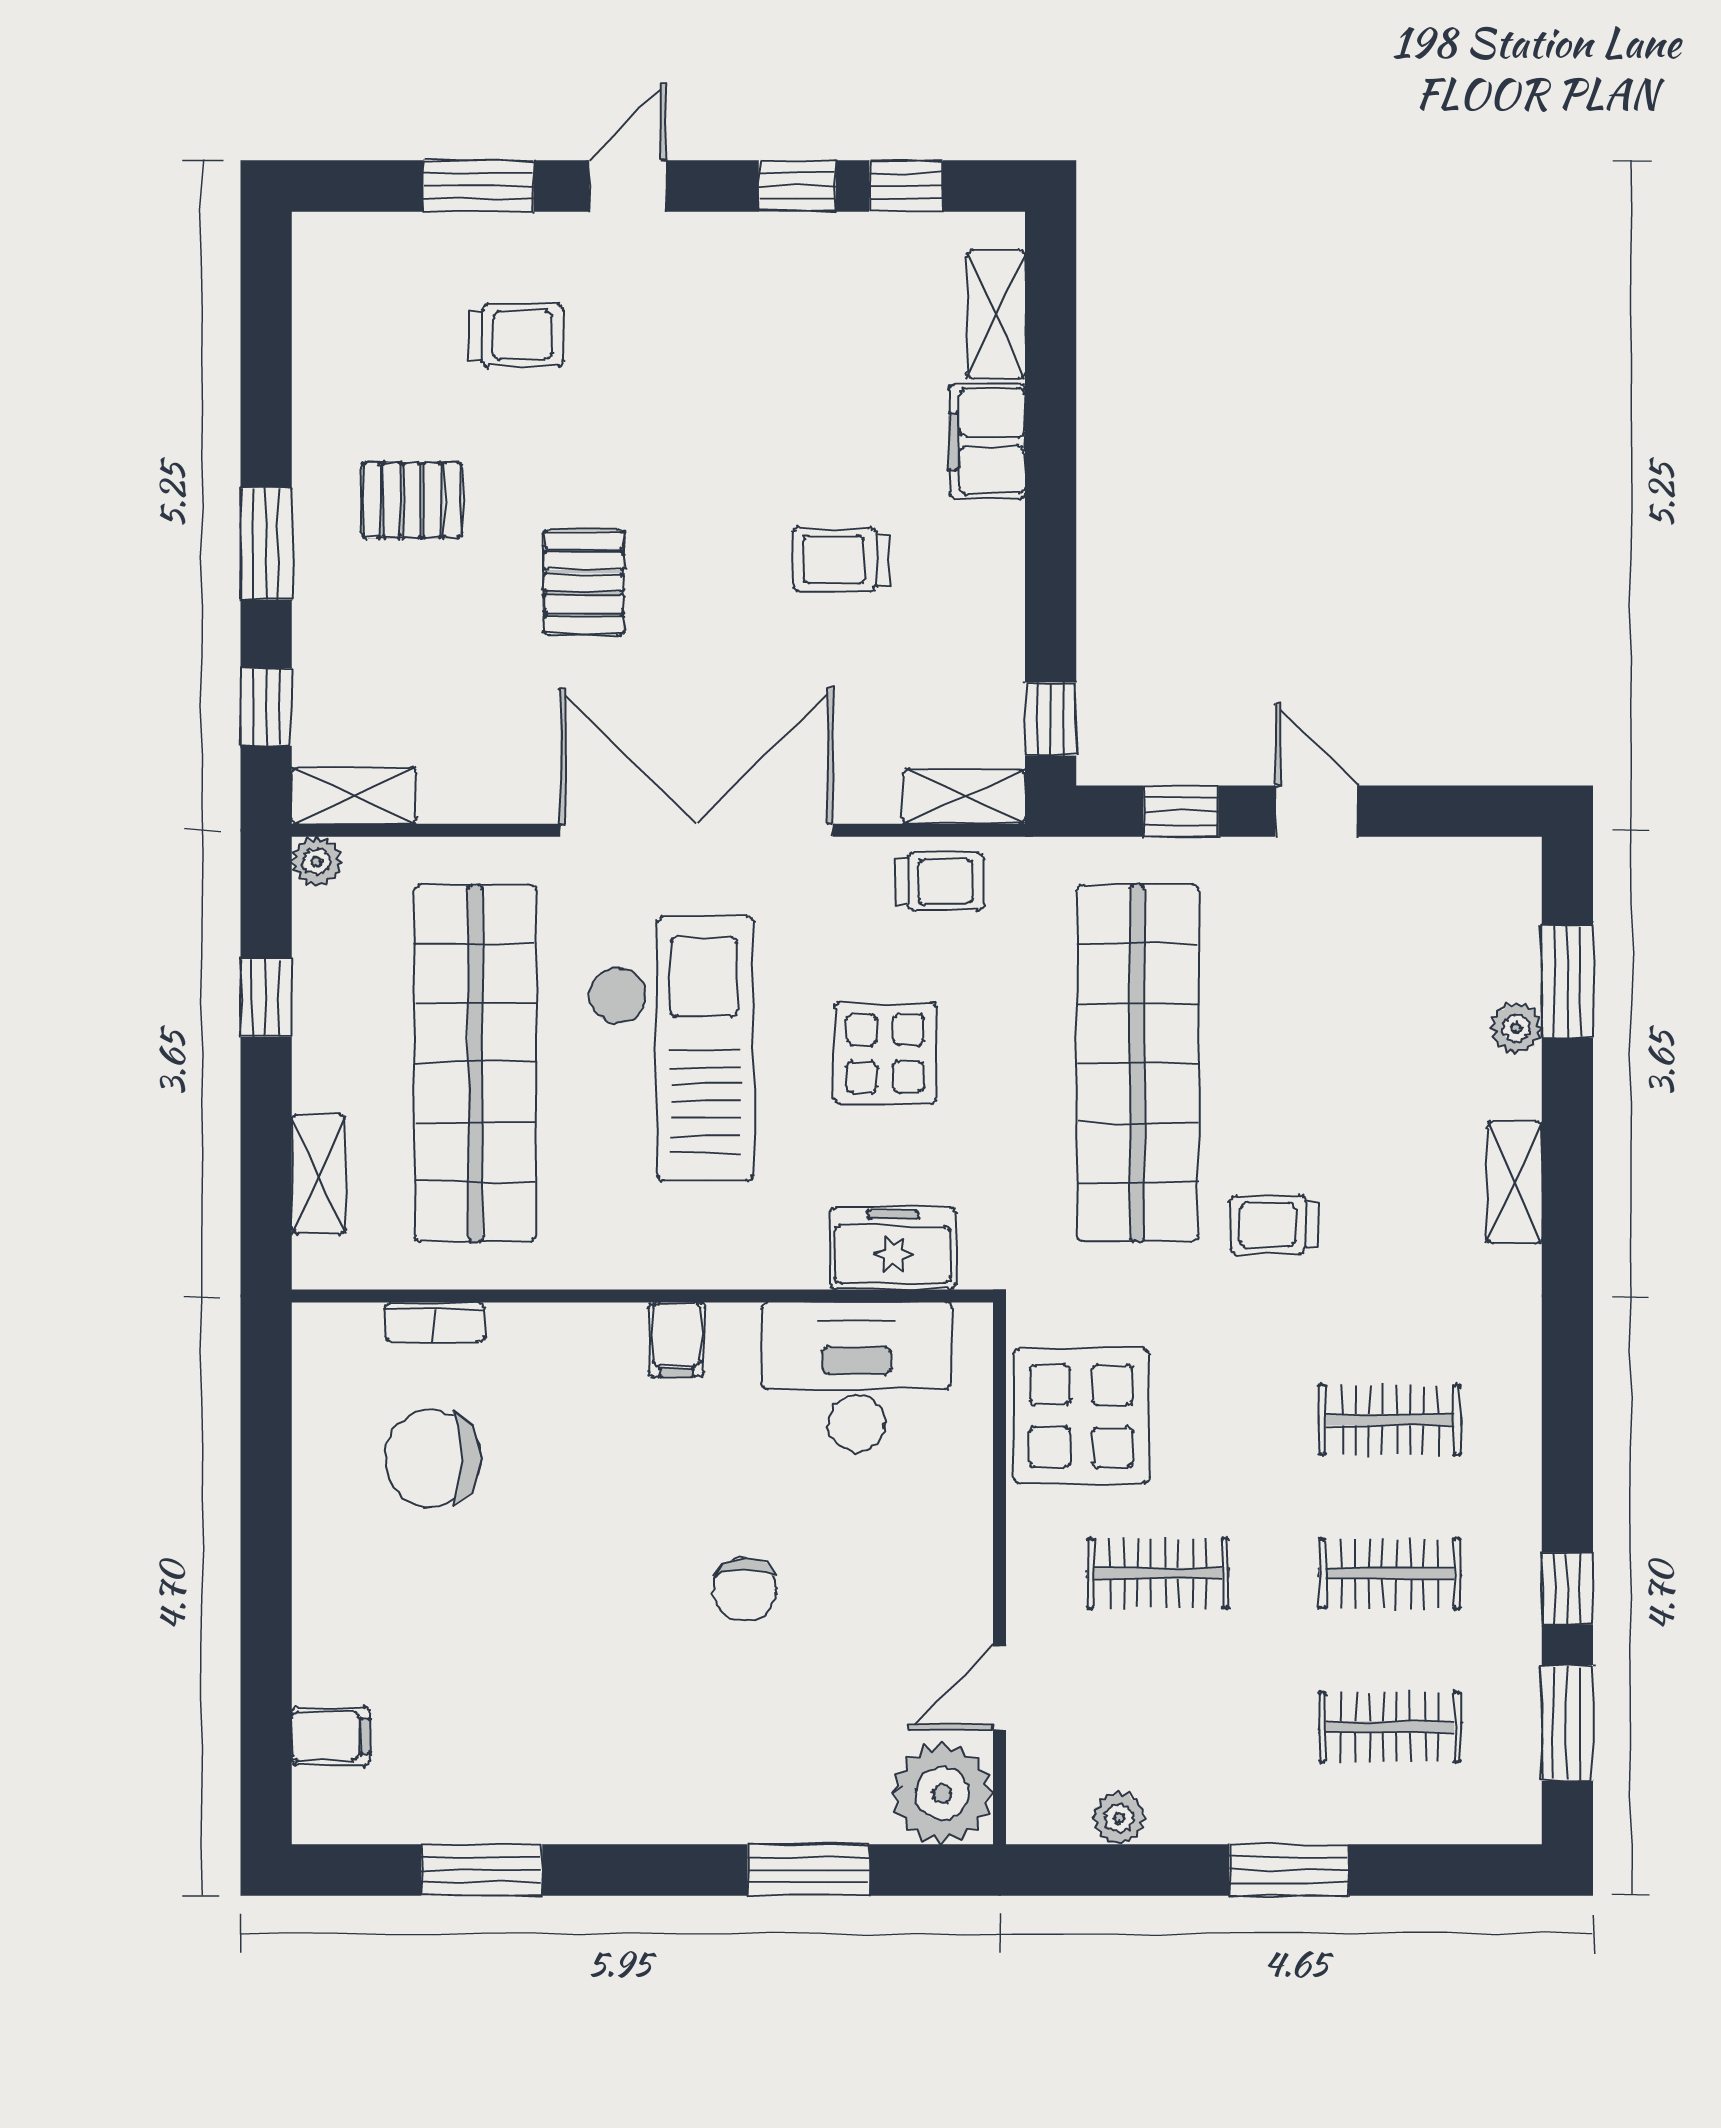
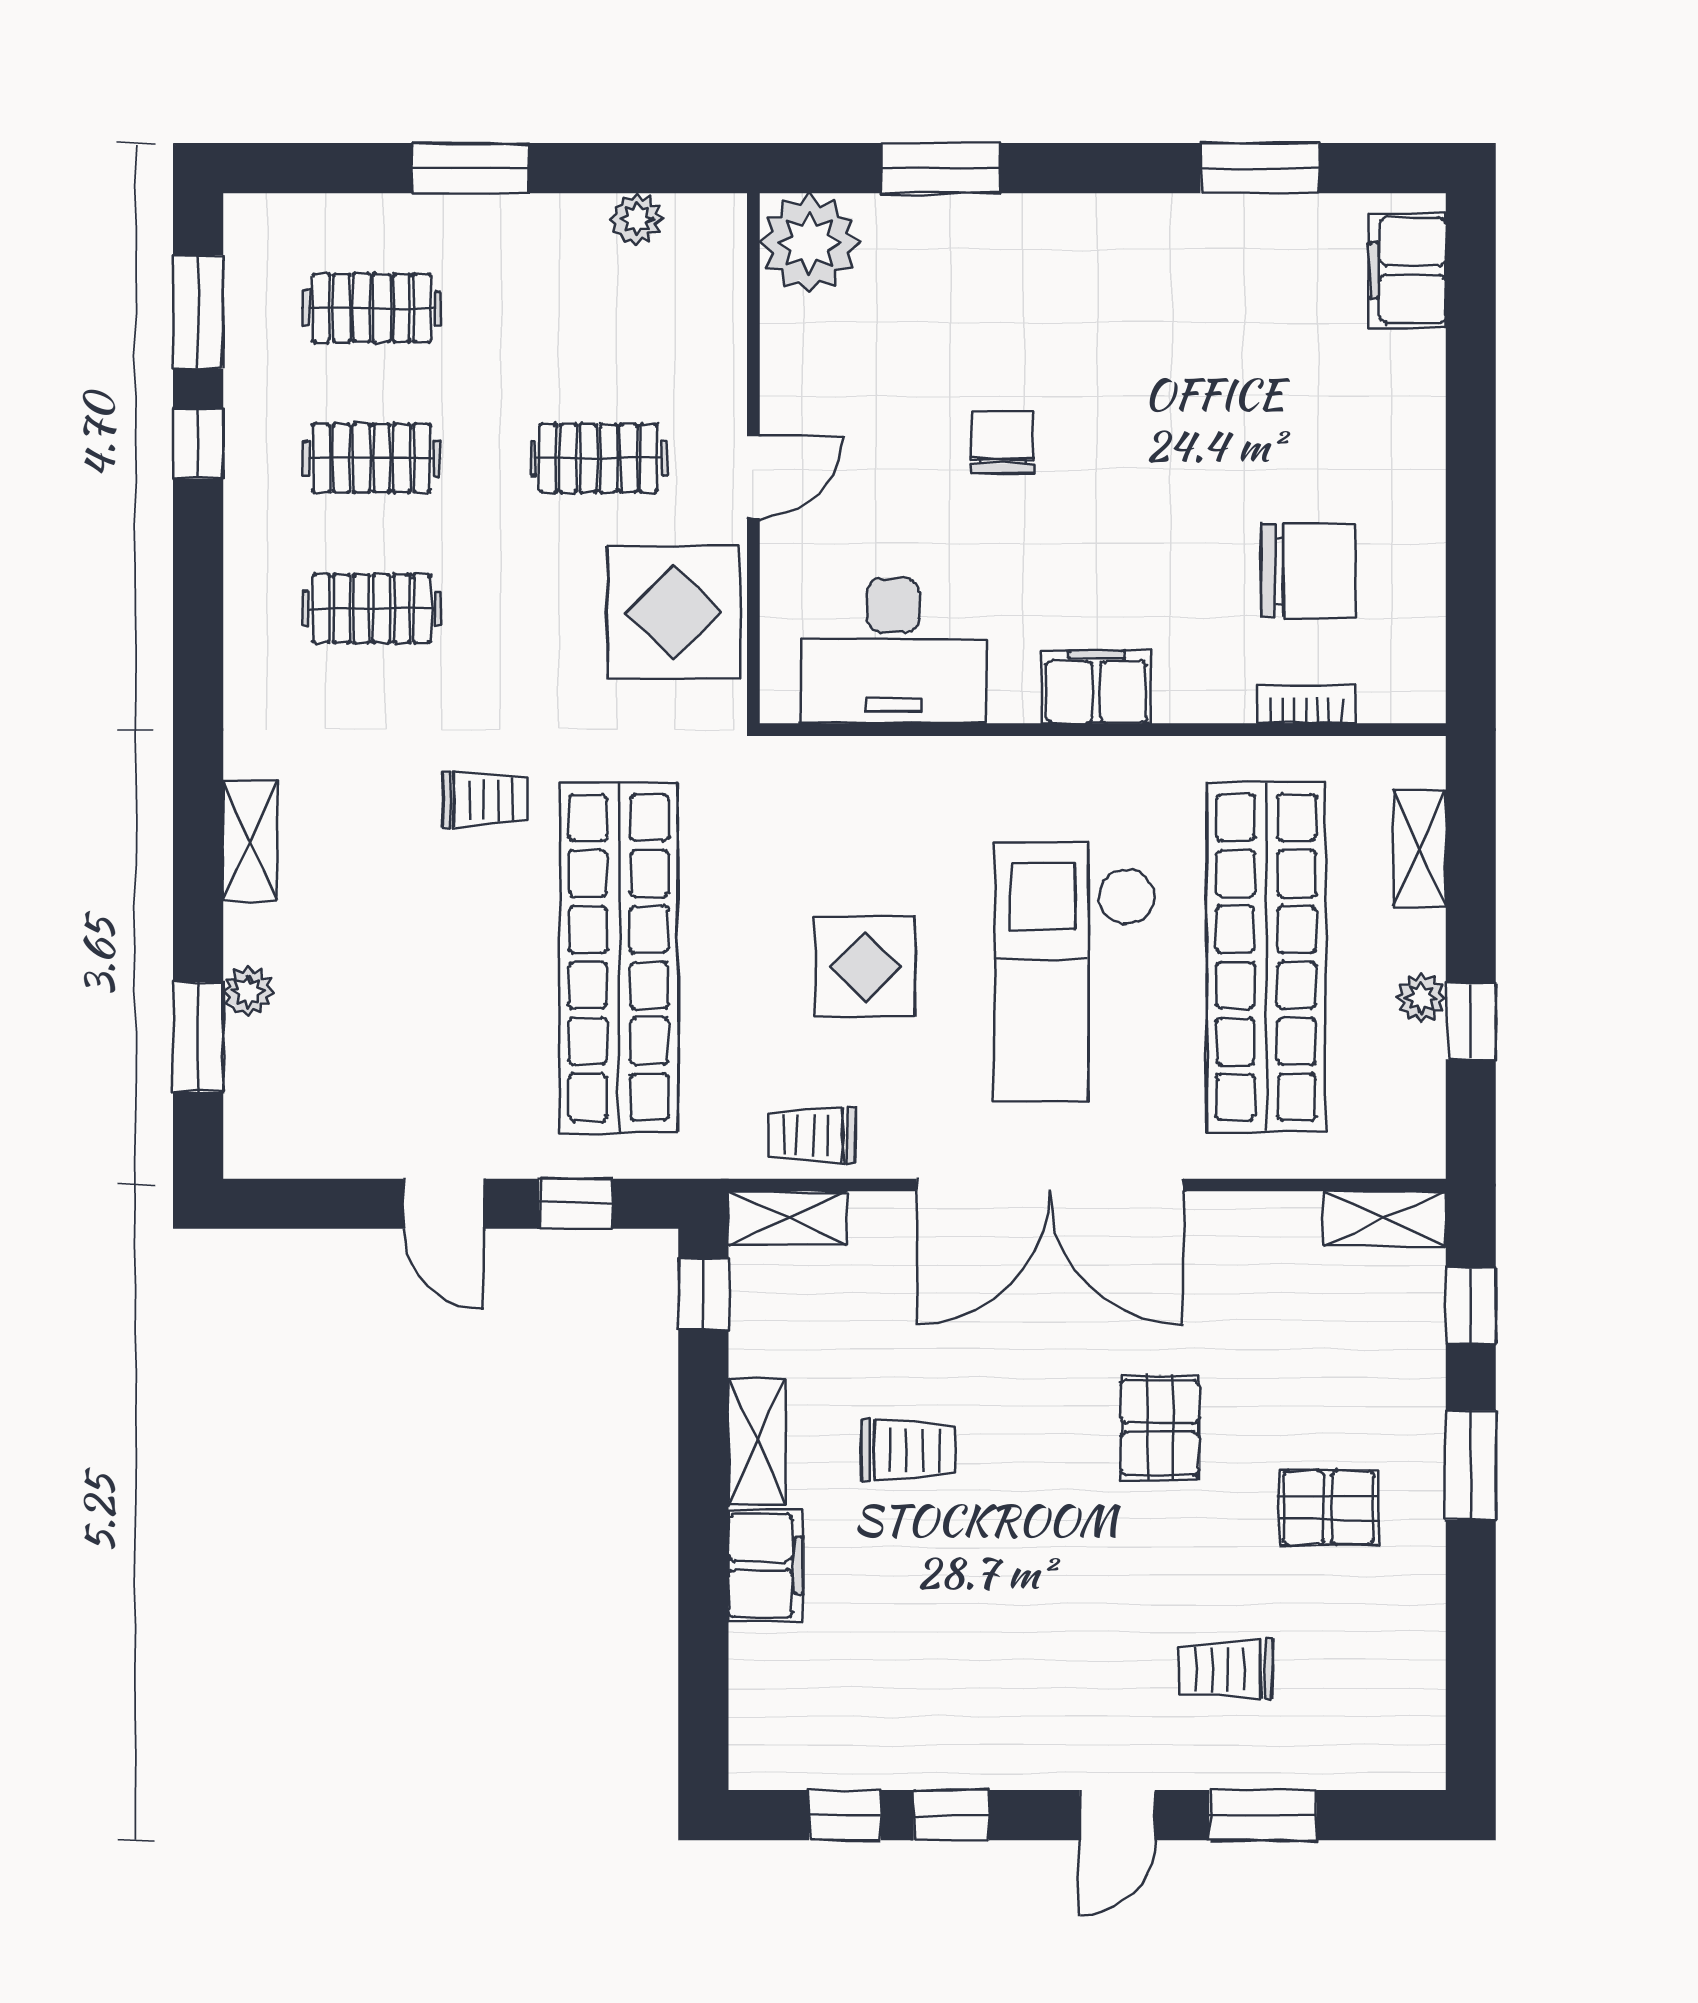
shelving: (996, 314) -> (757, 1442), moved
plant: (317, 862) -> (1421, 998), moved
freezer: (893, 1249) -> (857, 776), removed
filing cabinet: (677, 1340) -> (1096, 687), width x2.00
door: (1000, 1688) -> (753, 476), moved
filing cabinet: (331, 1736) -> (1407, 270), width x2.00

